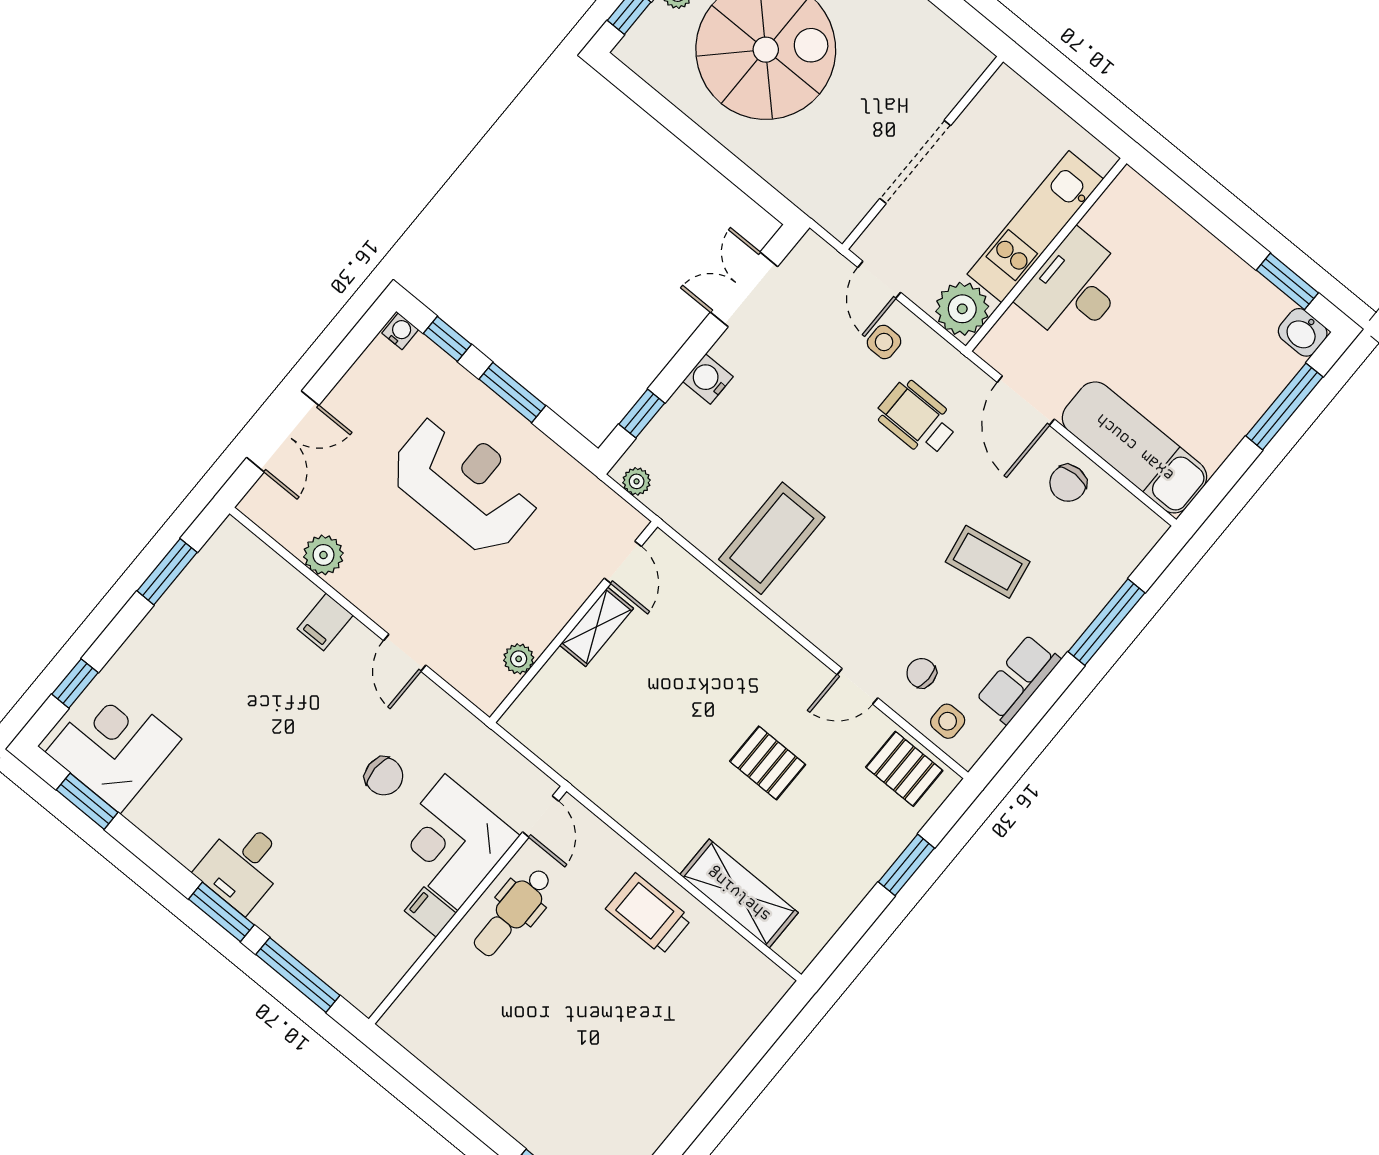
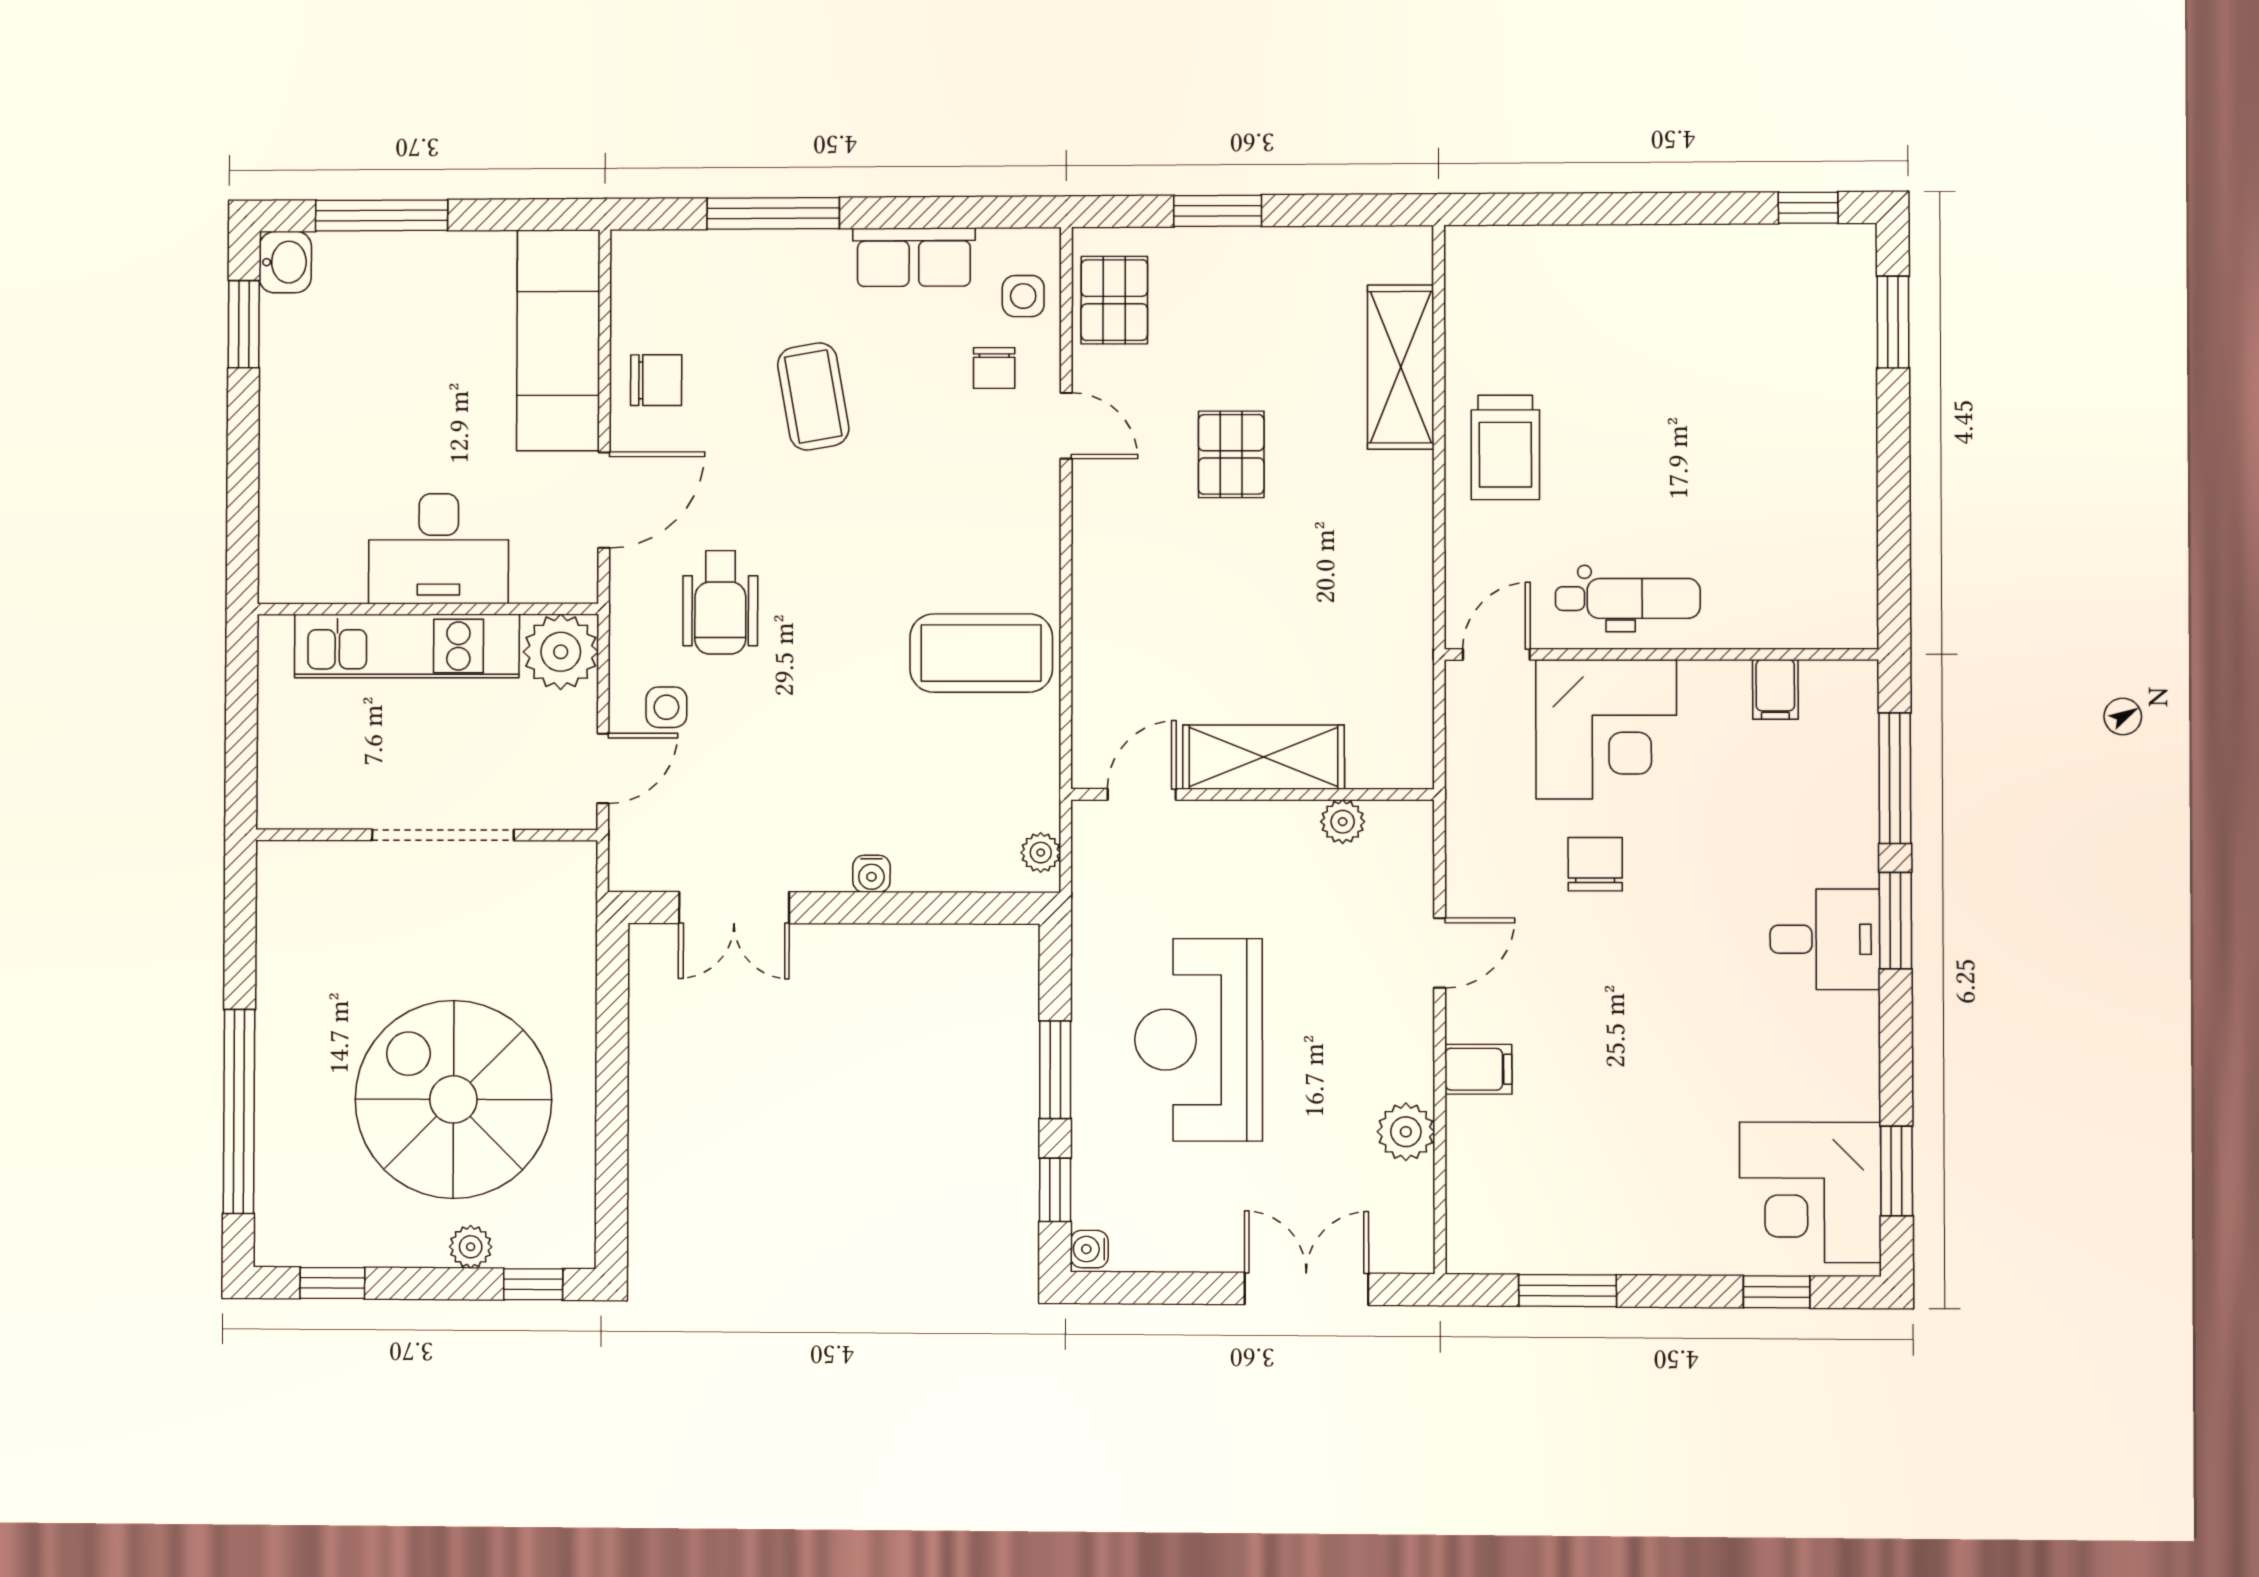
water cooler: (708, 379) -> (871, 874), width x0.72, depth x0.72
window: (642, 414) -> (962, 908), removed
shelving: (597, 627) -> (1263, 757), width x1.50, depth x1.33
filing cabinet: (430, 912) -> (1775, 689), moved

